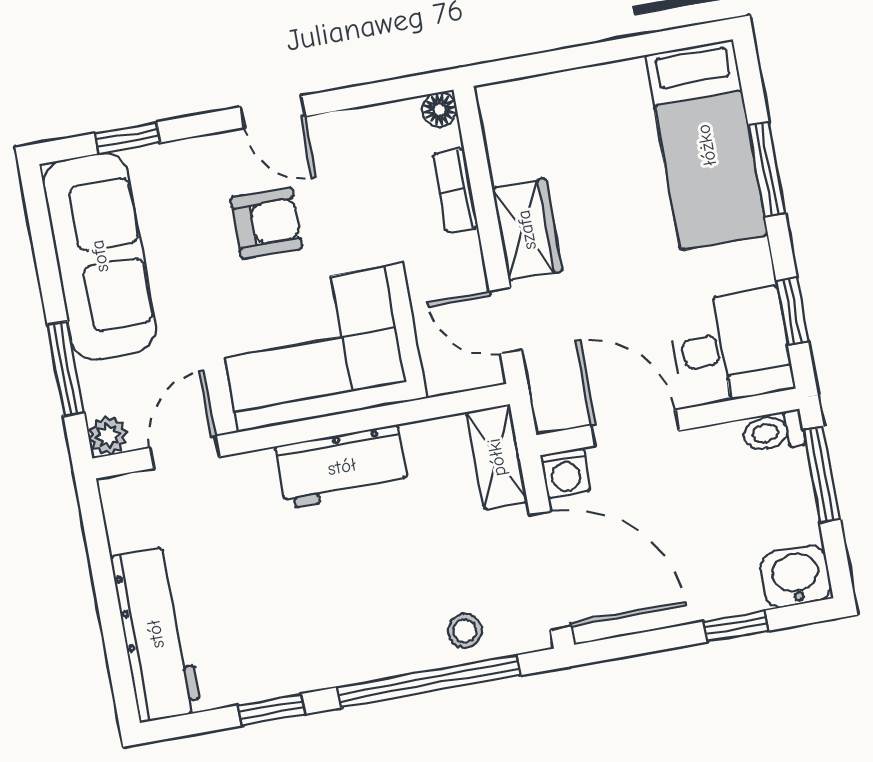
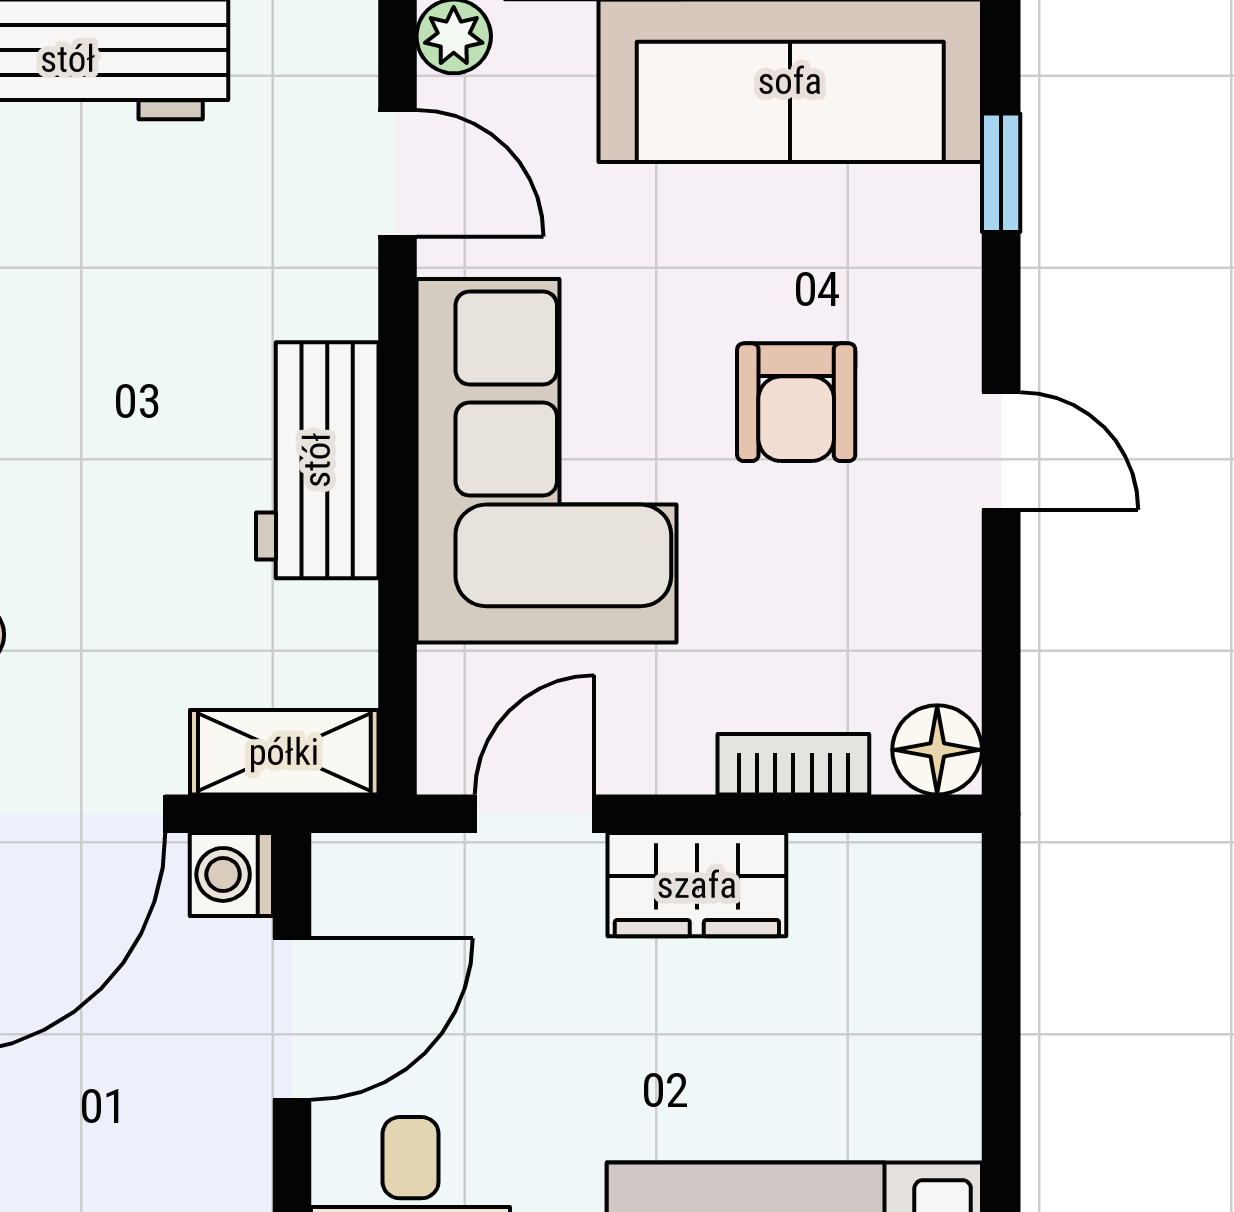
floor lamp: (440, 110) -> (937, 750), width x1.37, depth x1.37
door: (273, 112) -> (1001, 451), swing flipped

